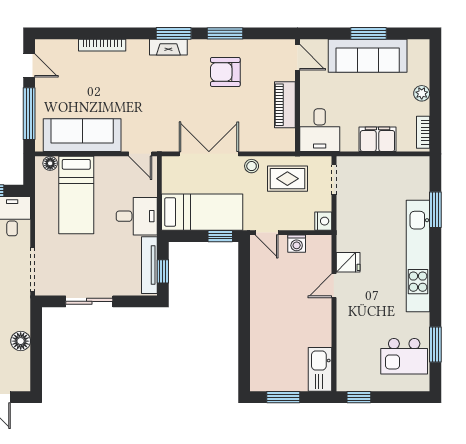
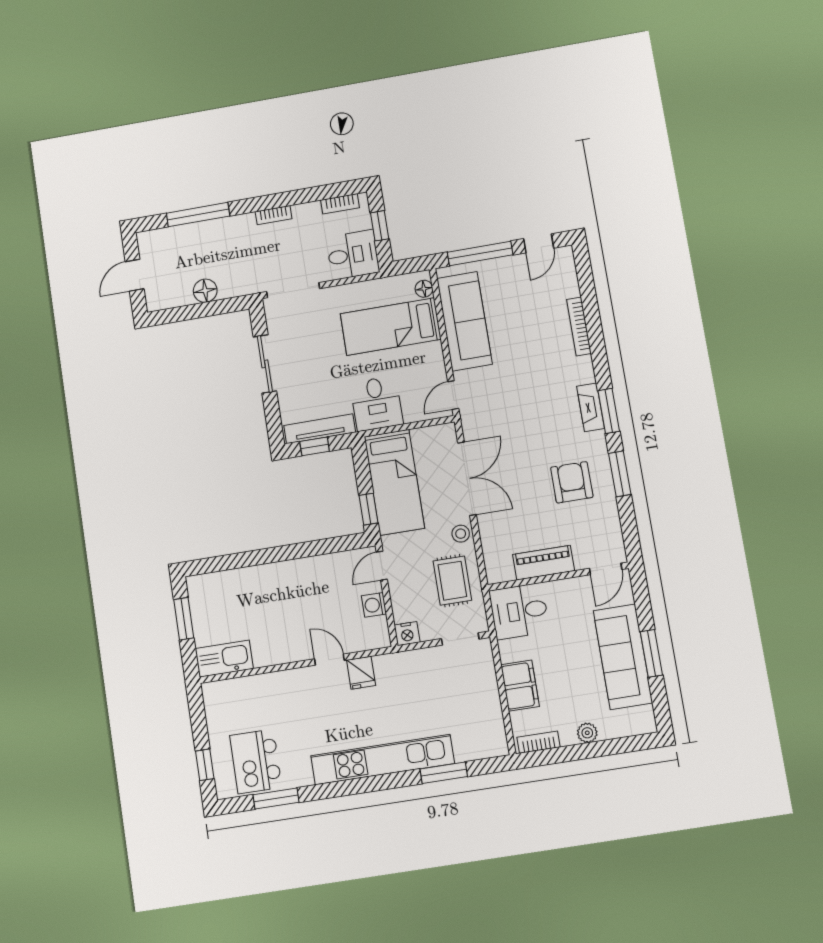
window: (359, 397) -> (205, 765), moved

